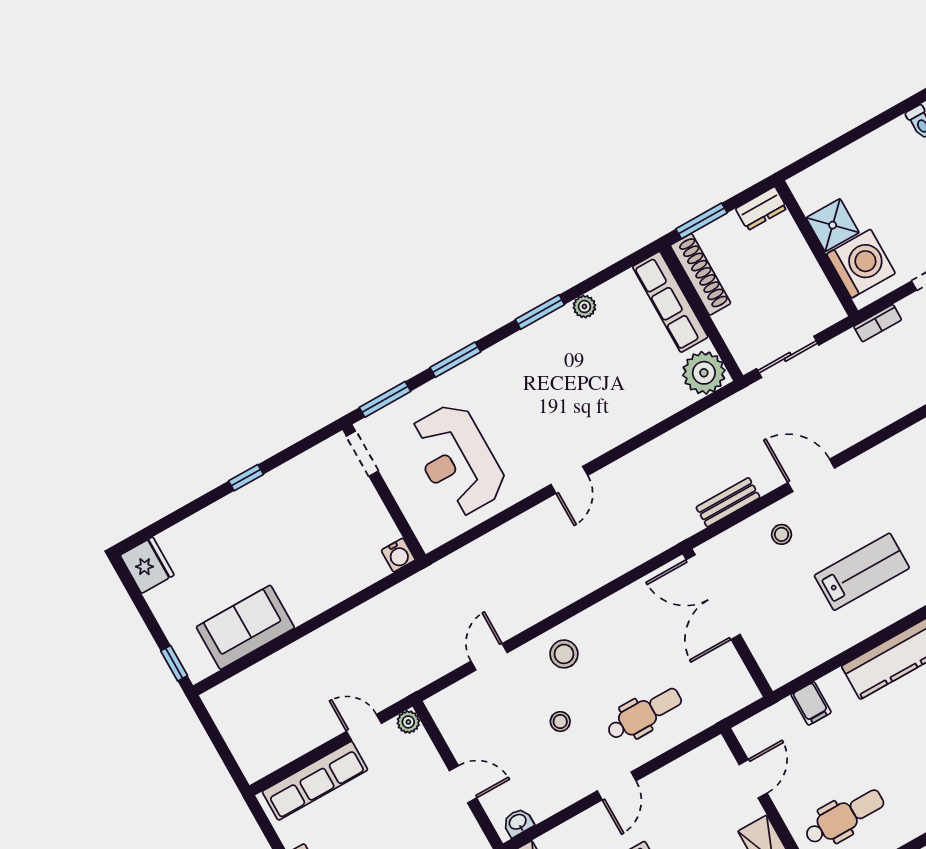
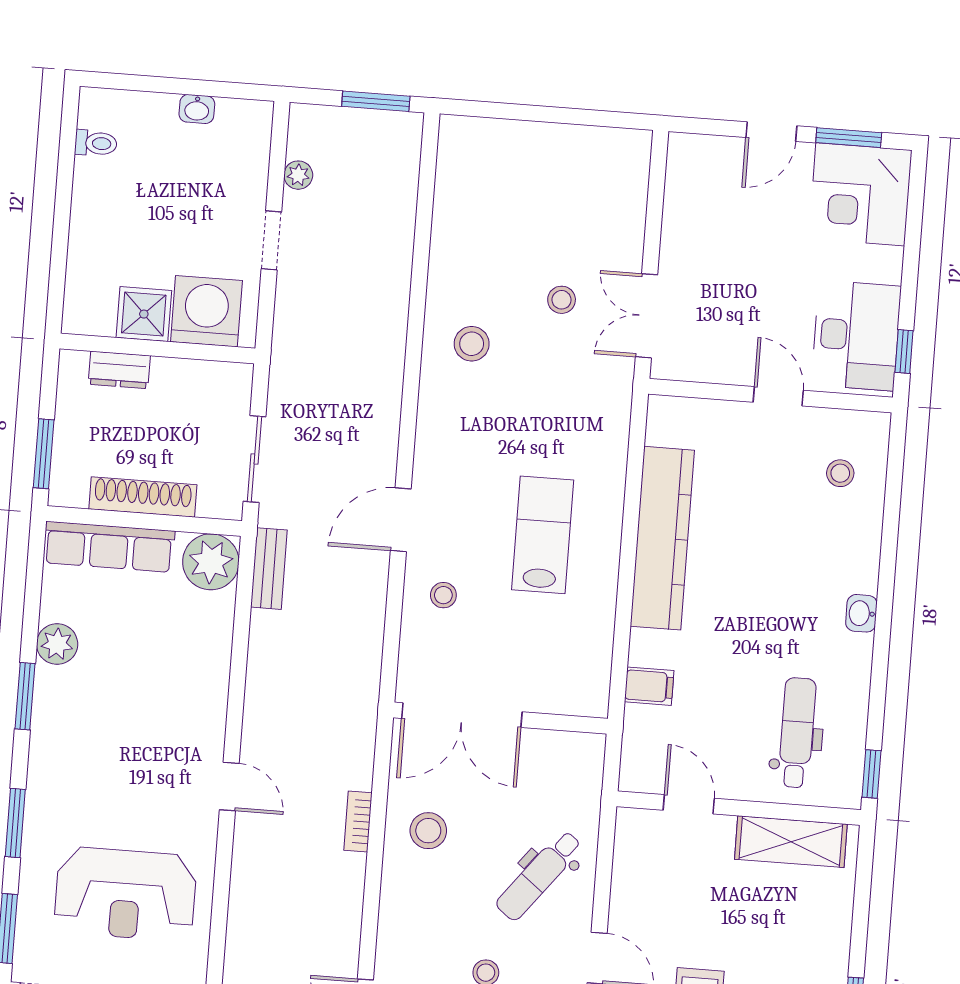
dresser: (761, 209) -> (119, 370), moved, turned 90
shoe rack: (701, 274) -> (143, 497), moved
plant: (584, 307) -> (57, 644), width x1.38, depth x1.38
bookcase: (878, 323) -> (358, 822), moved, turned 180
bench: (728, 502) -> (269, 569), moved
stool: (564, 654) -> (428, 831), moved
dental chair: (644, 714) -> (539, 875), turned -142

